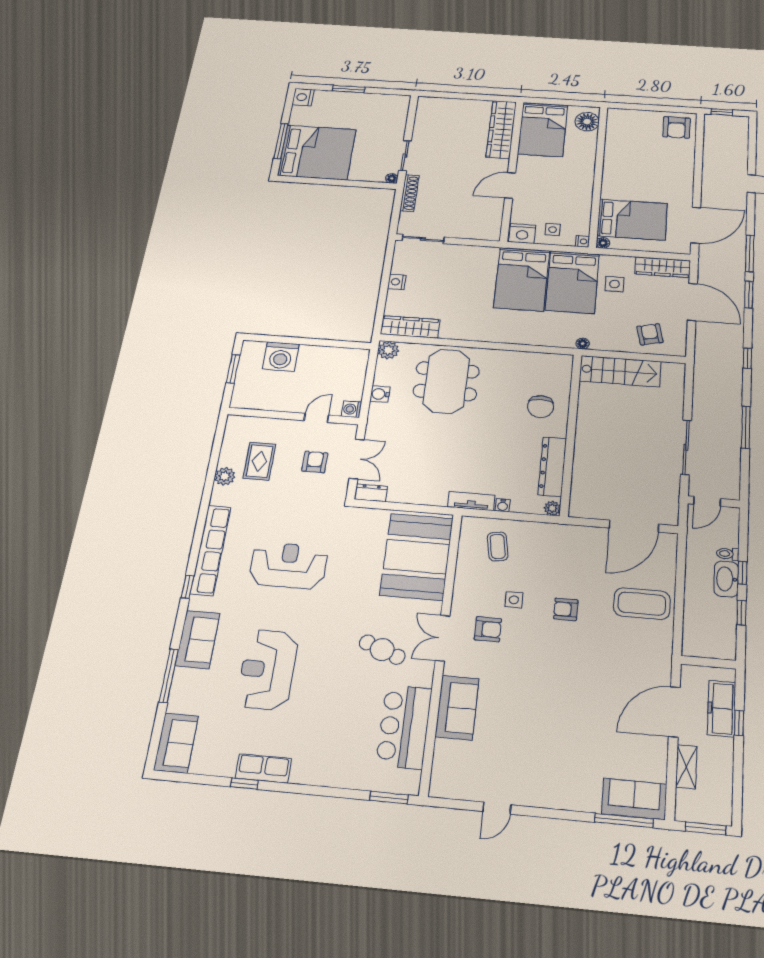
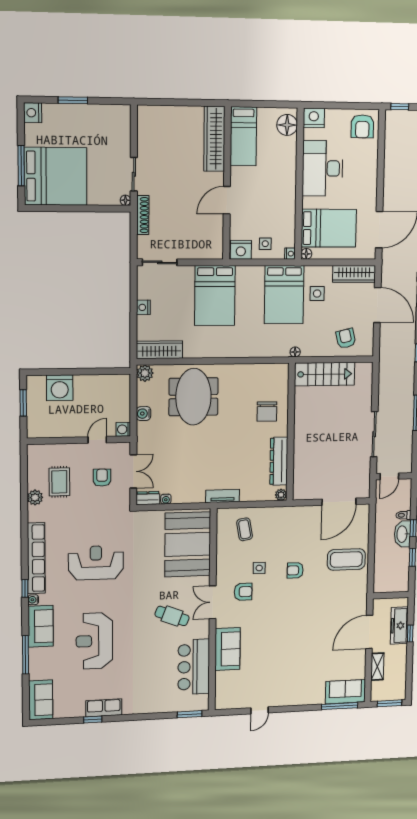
nightstand: (619, 117) -> (314, 118), added
bed: (543, 129) -> (243, 136), width x0.67
desk: (627, 163) -> (322, 168), added
bed: (522, 279) -> (215, 295), moved
water cooler: (503, 505) -> (166, 499), moved
water cooler: (195, 603) -> (33, 600), added

